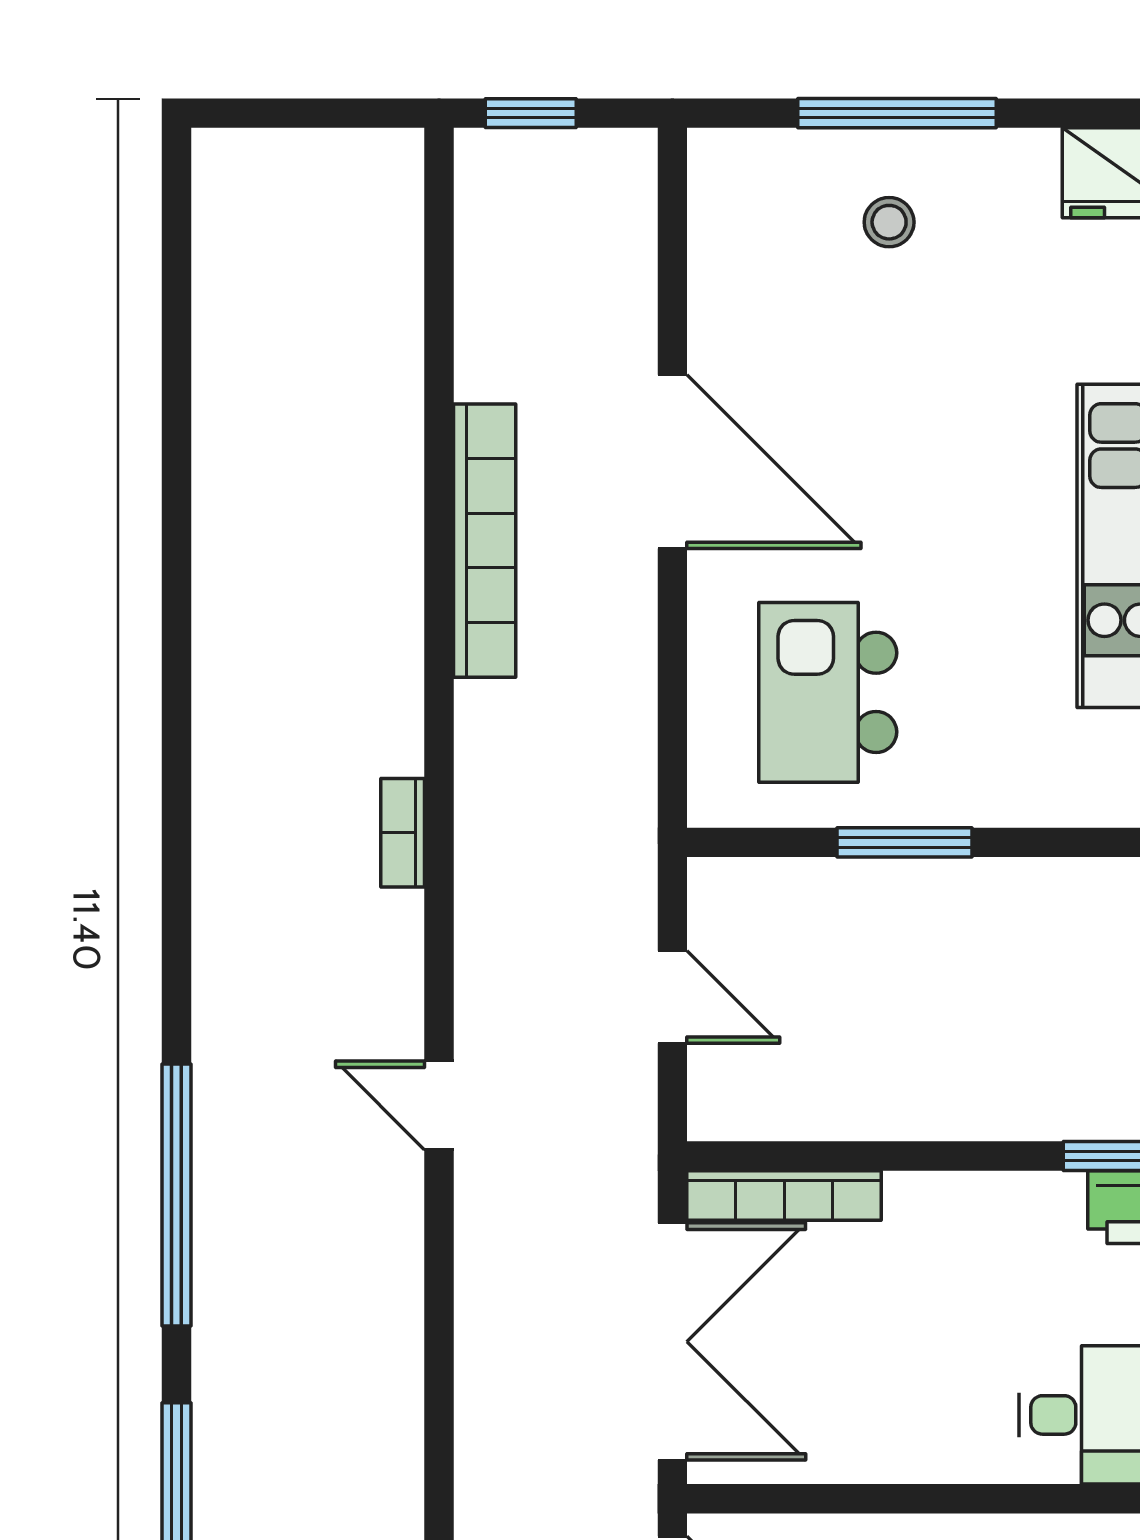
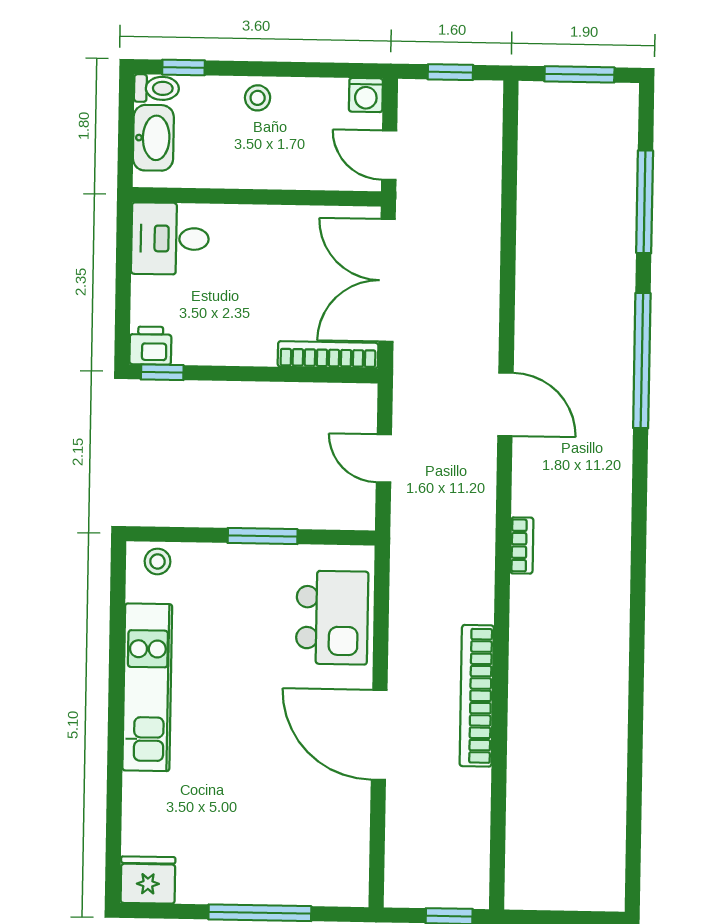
stool: (889, 222) -> (158, 561), moved
kitchen island: (828, 692) -> (332, 618), moved
door: (439, 1105) -> (505, 404), width x1.38

